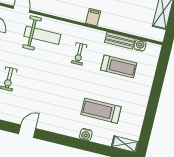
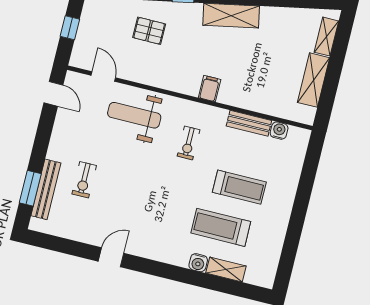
weight bench: (42, 35) -> (134, 115), turned 180
treadmill: (119, 67) -> (239, 187), moved
shelving: (125, 144) -> (226, 270), moved

